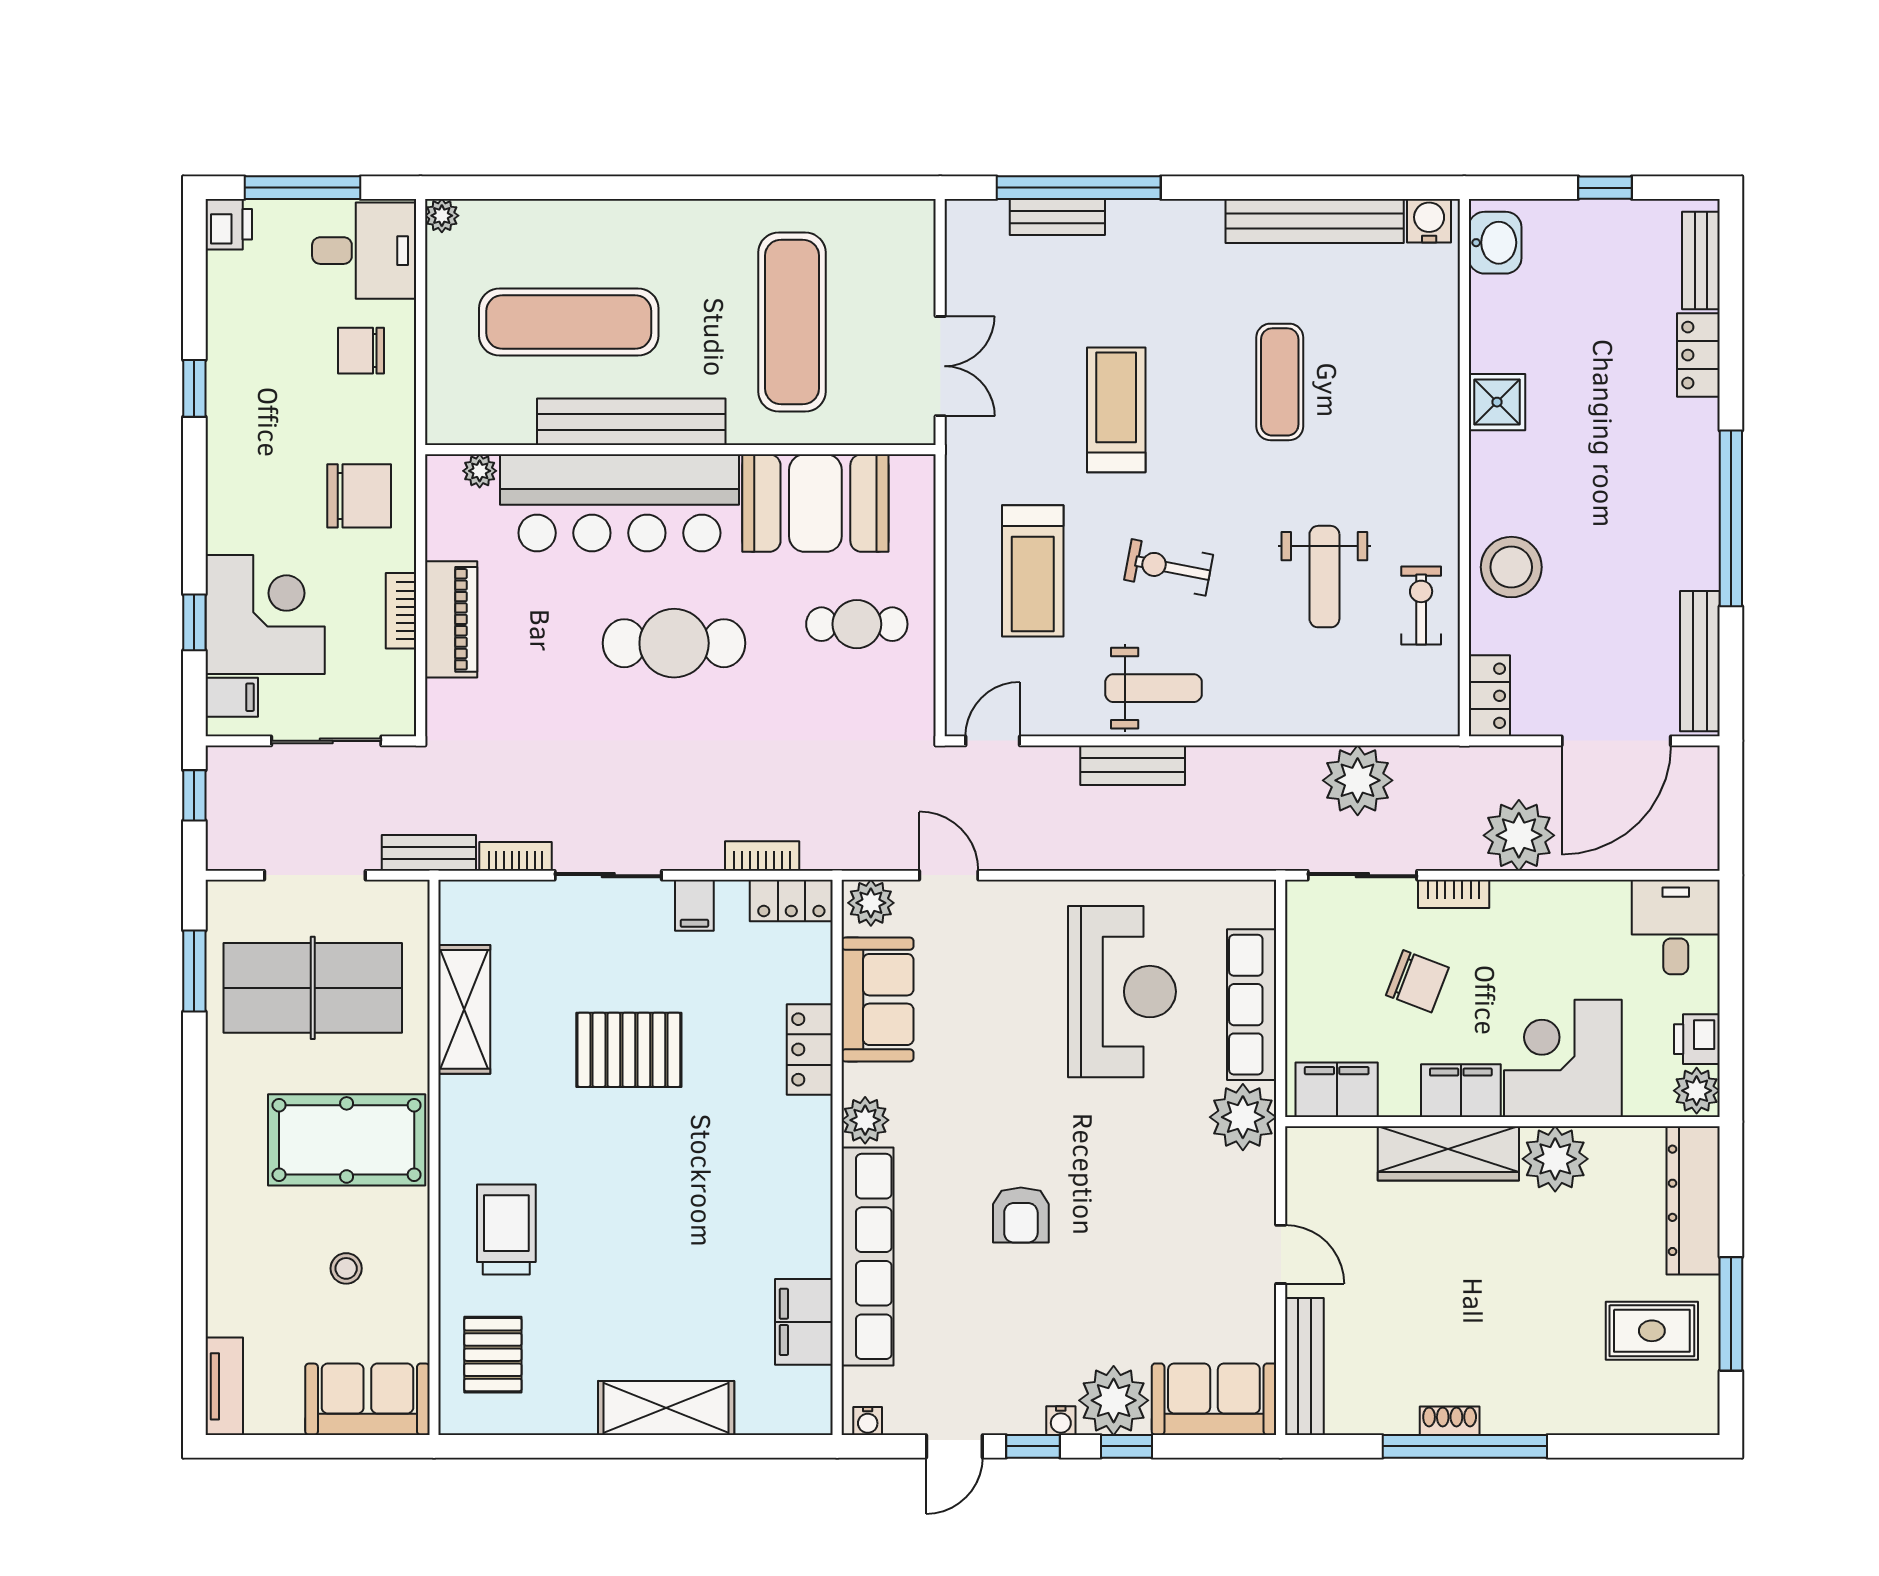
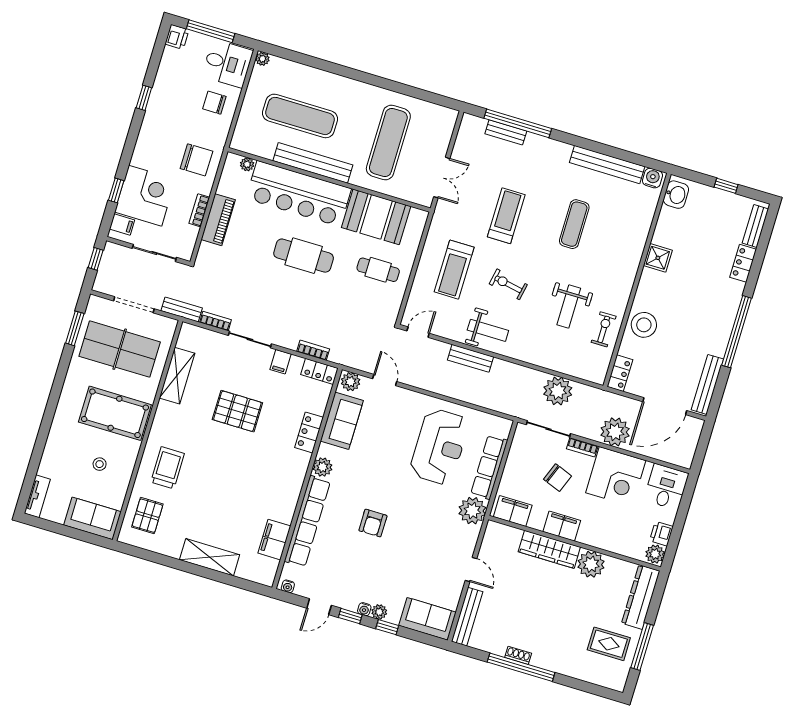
corner desk: (1563, 1058) -> (616, 477), moved, turned 180
plant: (1114, 1400) -> (379, 612), width x0.53, depth x0.53

